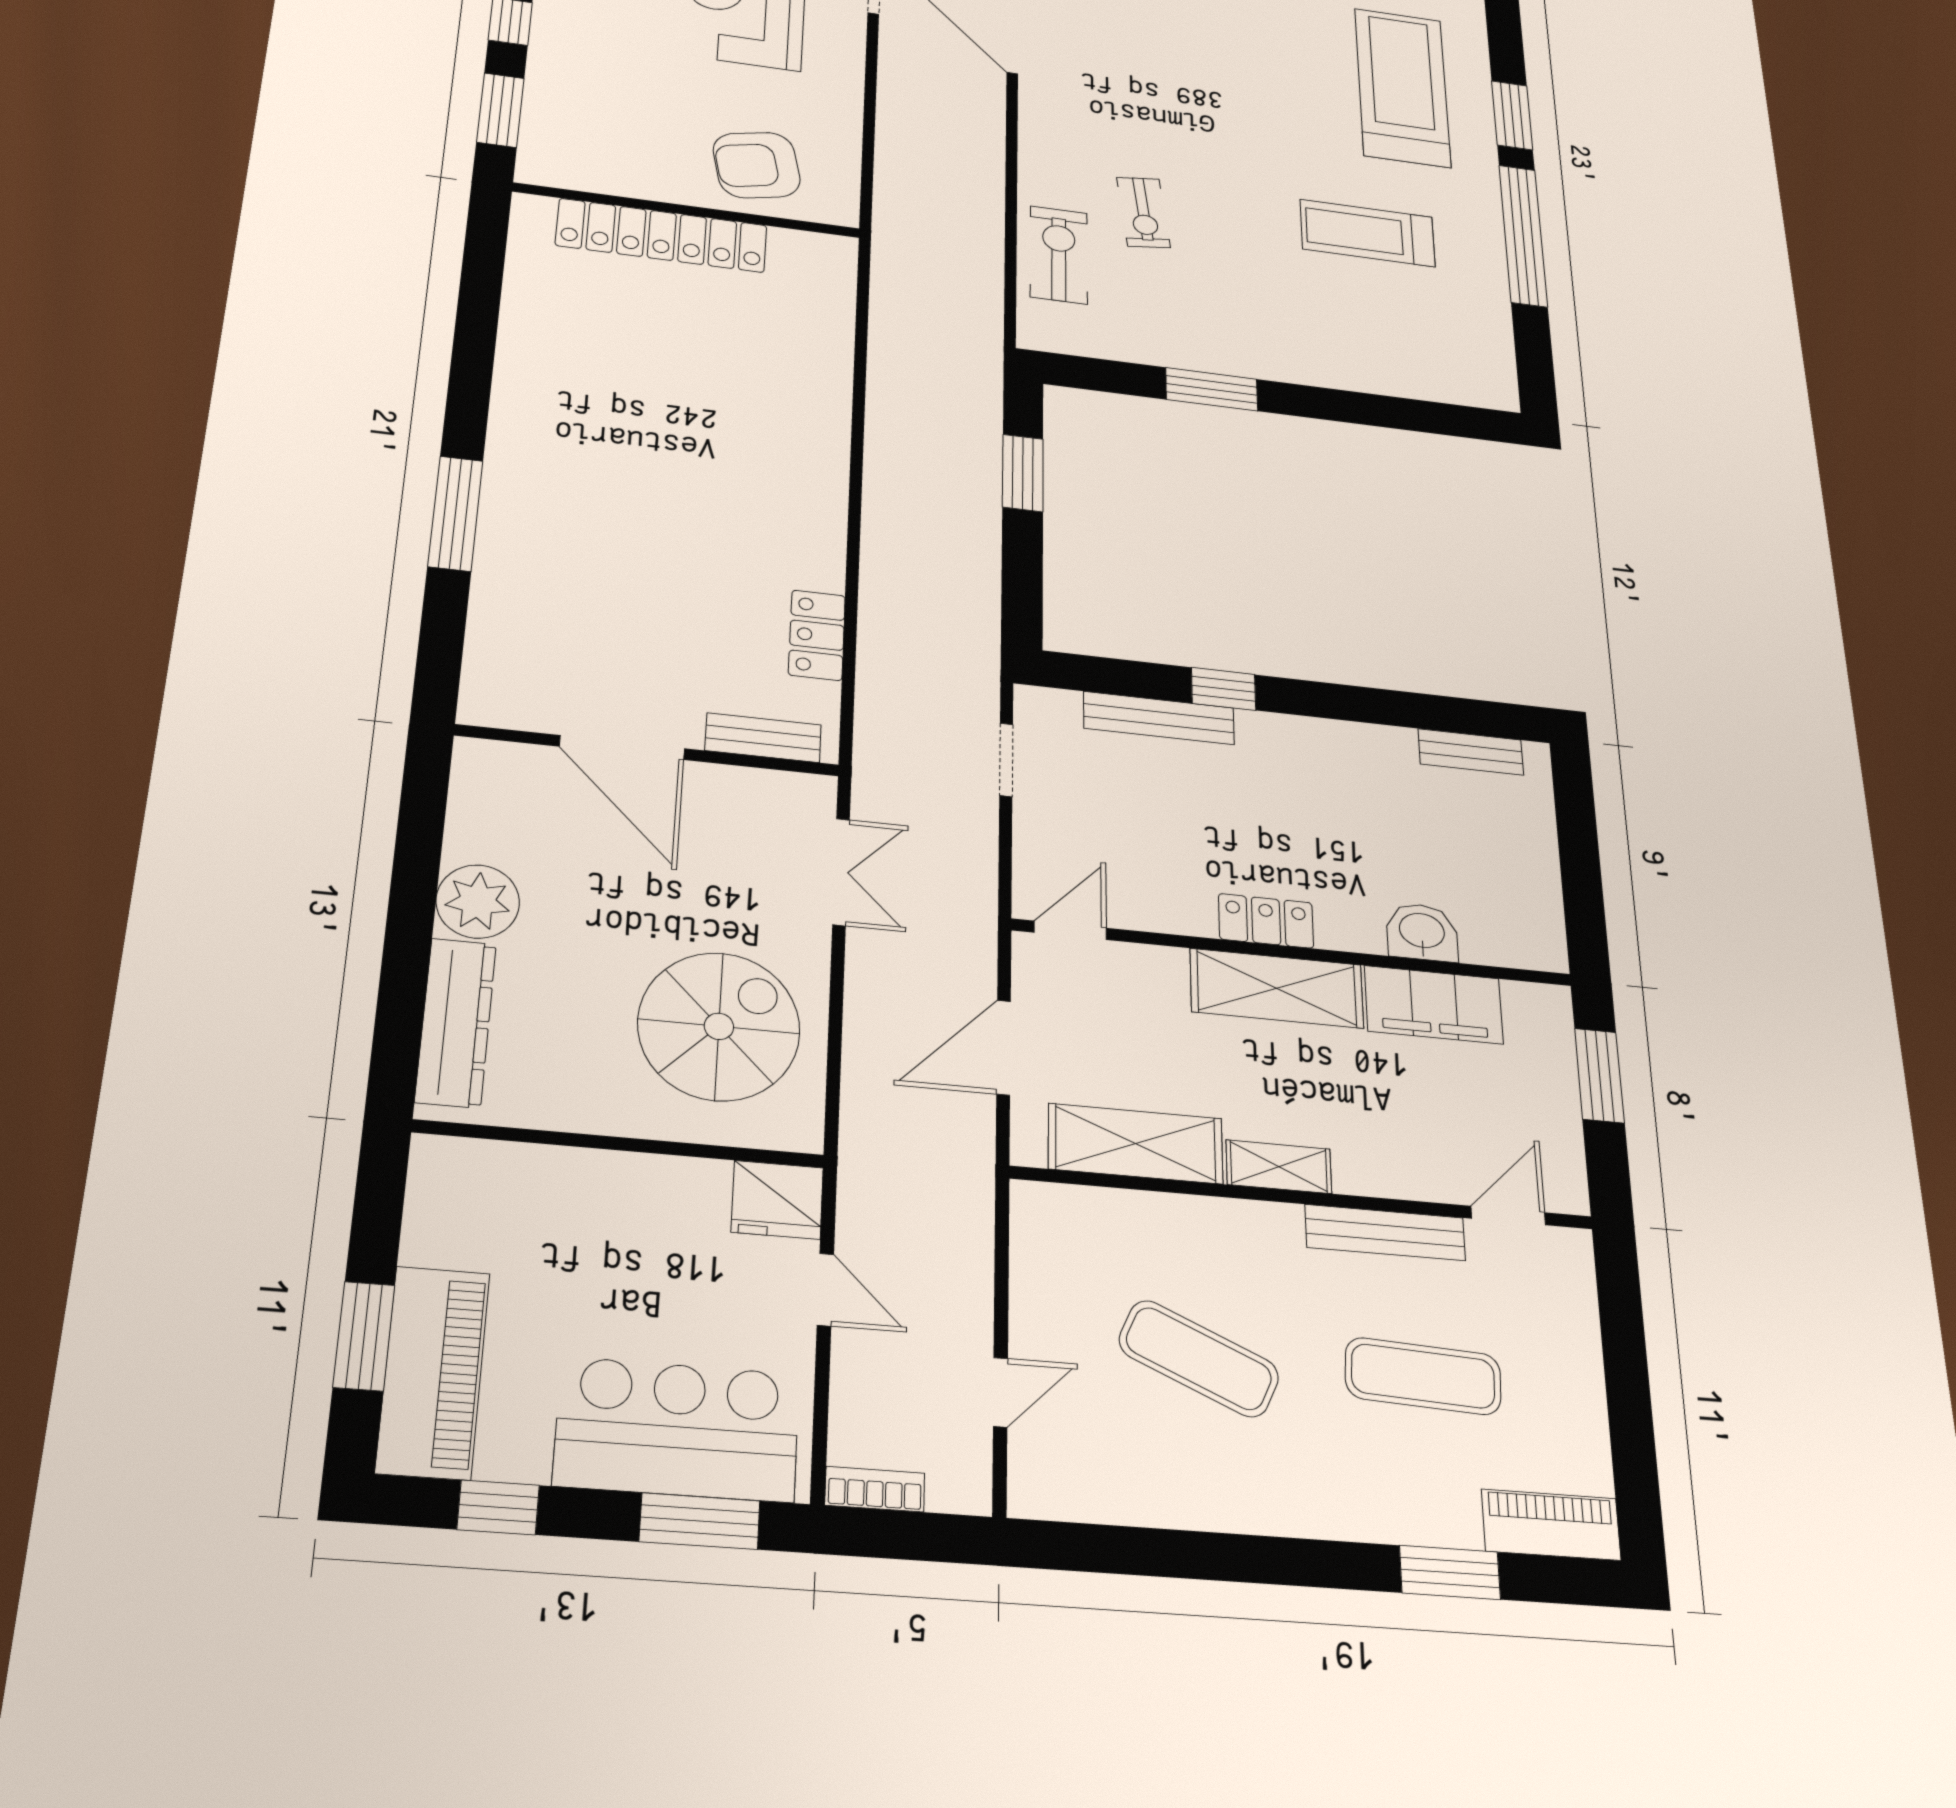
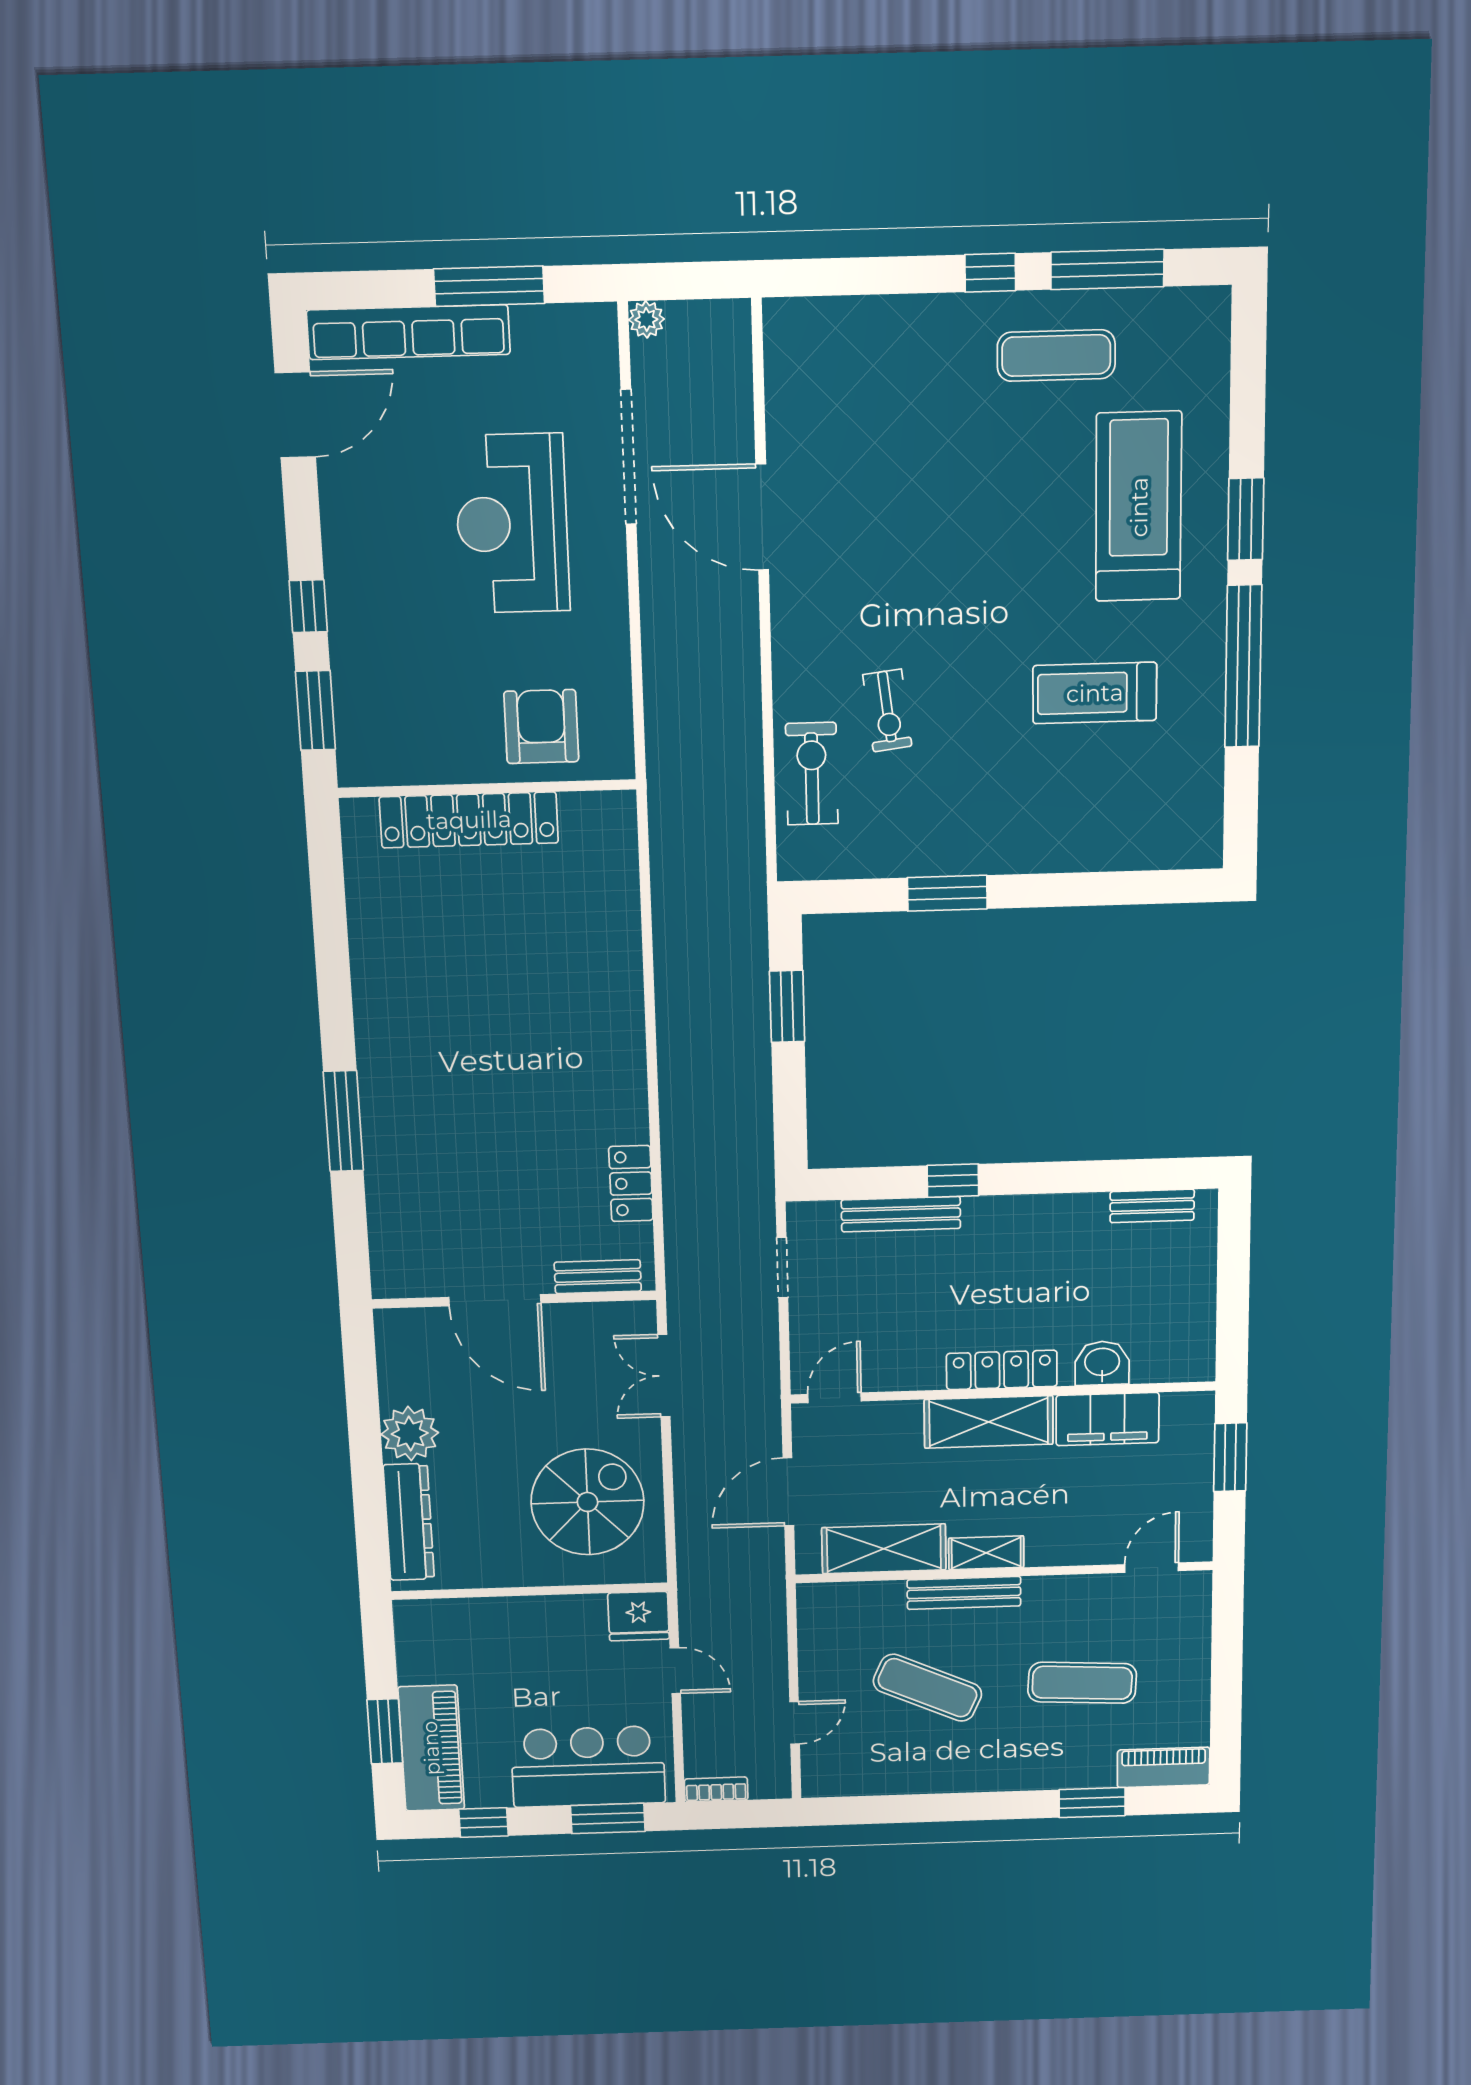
armchair: (757, 165) -> (541, 727), turned 102
double door: (841, 872) -> (664, 1376), swing flipped
locker: (1266, 921) -> (1002, 1370), width x1.53
bench: (1385, 1233) -> (964, 1593), moved

